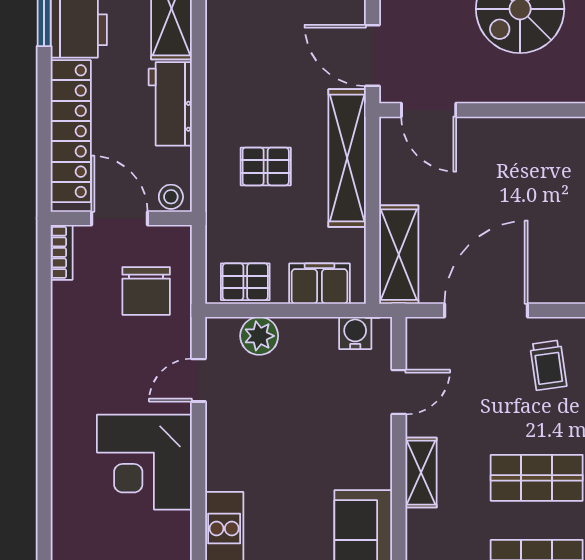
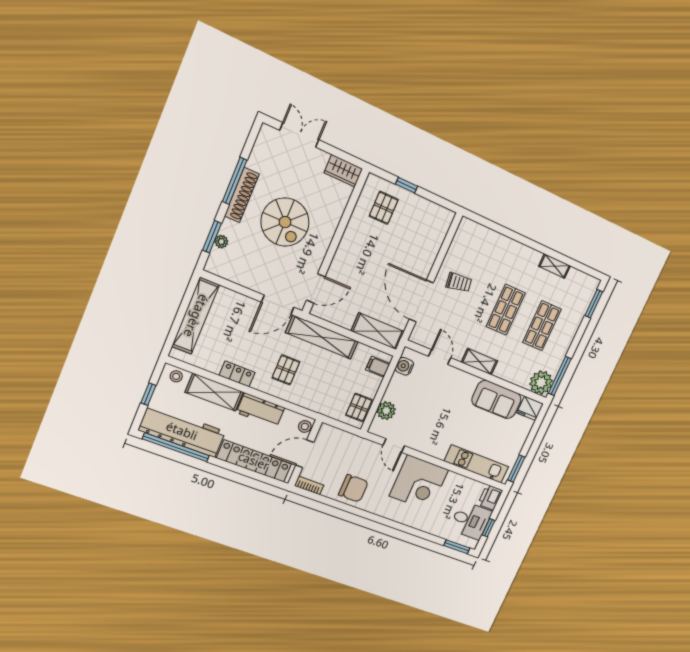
locker: (220, 35) -> (237, 374), added
pallet: (266, 166) -> (286, 370), moved
filing cabinet: (319, 284) -> (378, 367), width x0.50
chair: (146, 291) -> (353, 488), moved

